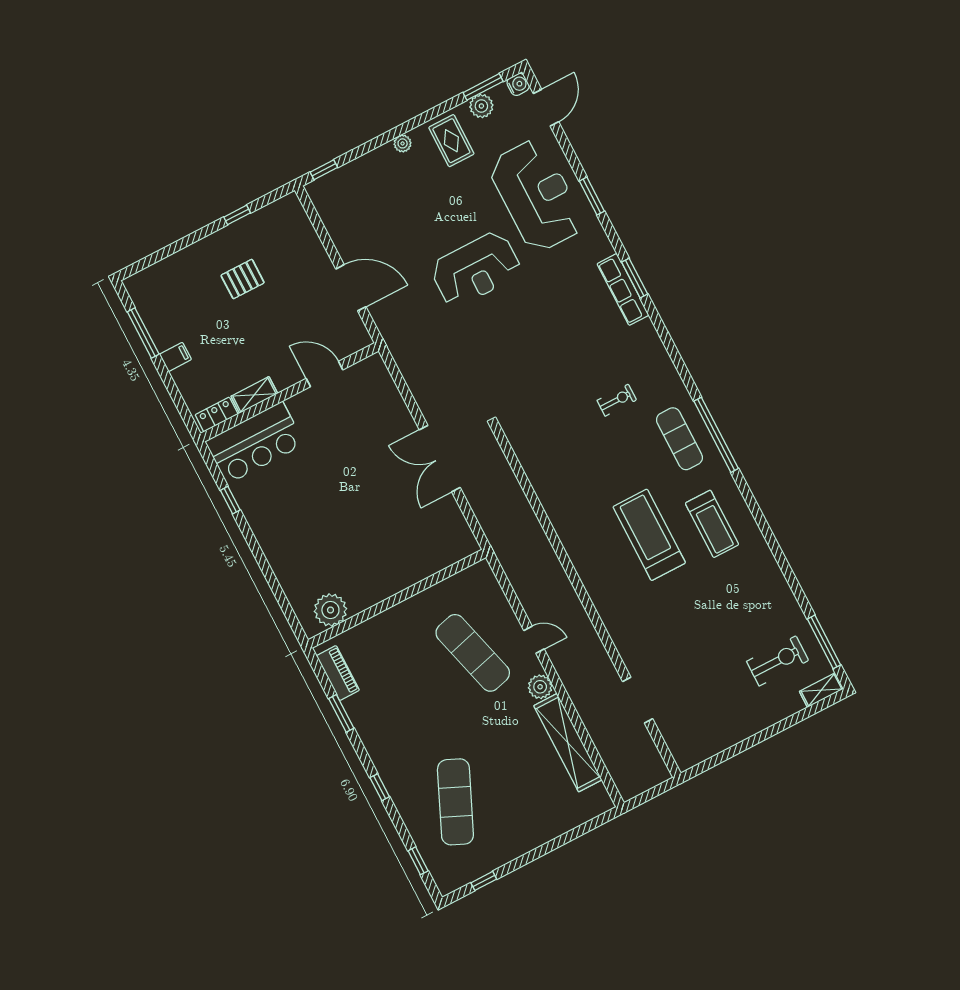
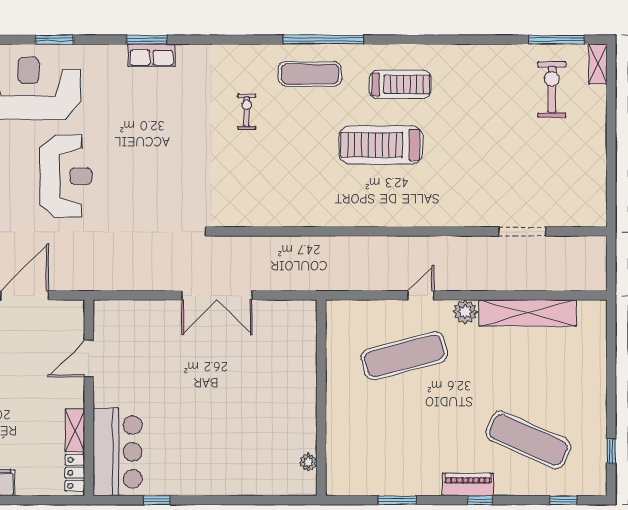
row of seats: (623, 289) -> (152, 55), width x0.68
plant: (330, 610) -> (308, 462), width x0.53, depth x0.53
piano: (338, 673) -> (468, 485), moved

